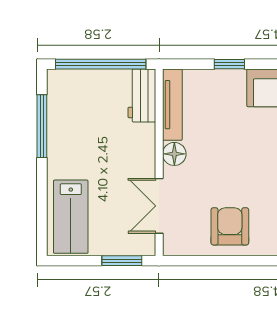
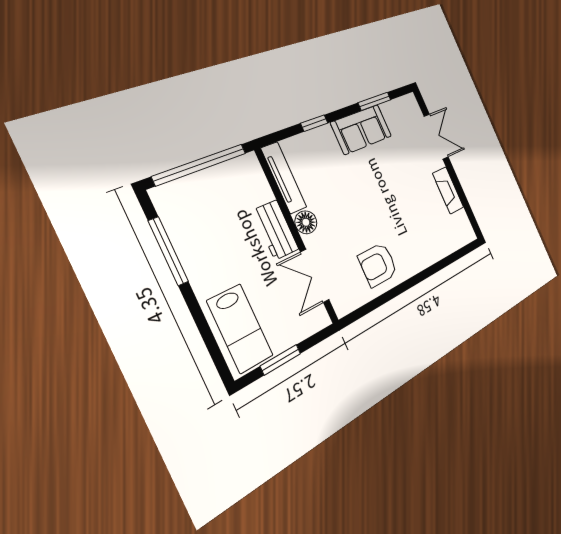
workbench: (142, 95) -> (276, 230), moved
armchair: (230, 226) -> (378, 265), turned -90
window: (122, 261) -> (281, 360), moved

